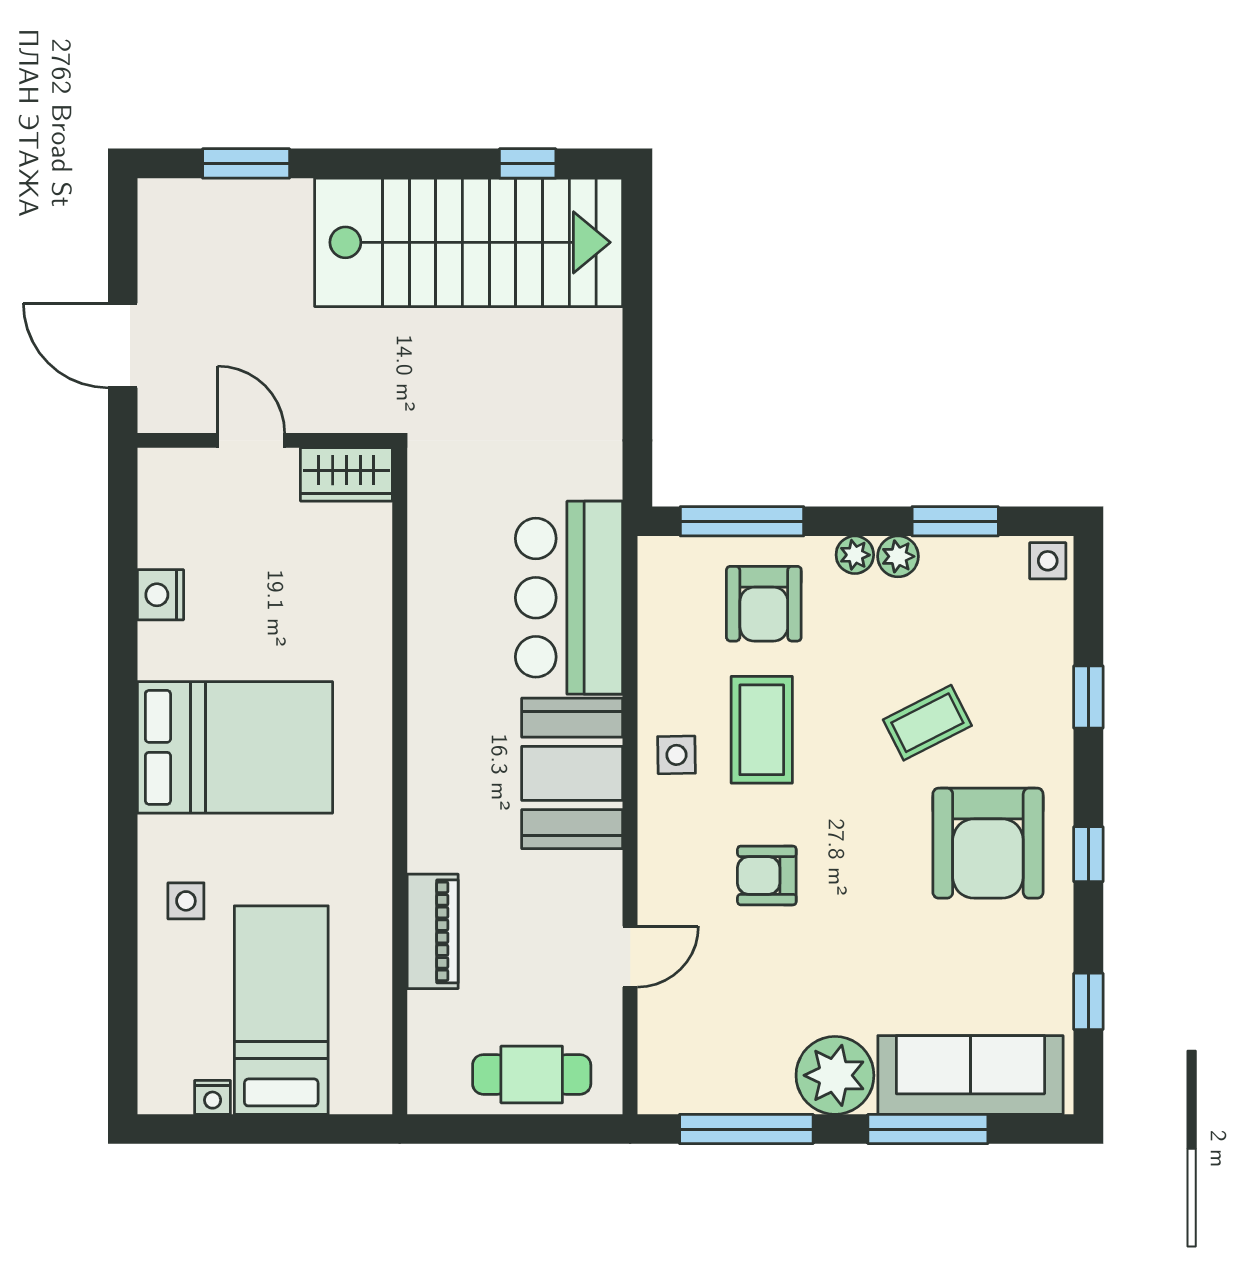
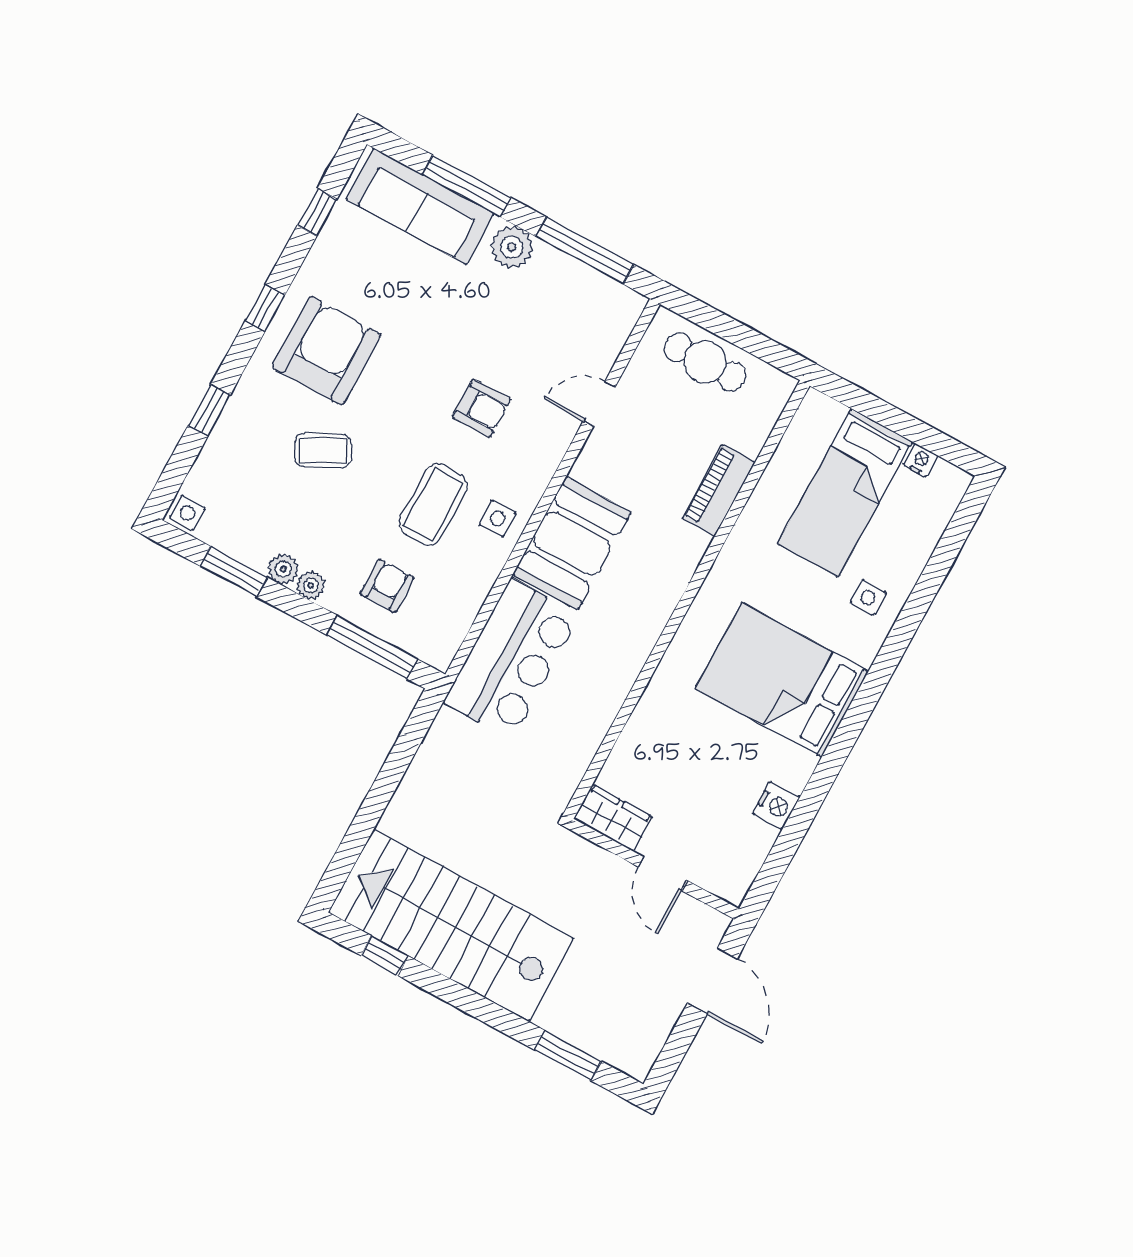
armchair: (764, 604) -> (387, 586), width x0.72, depth x0.72
plant: (835, 1075) -> (512, 247), width x0.73, depth x0.73

